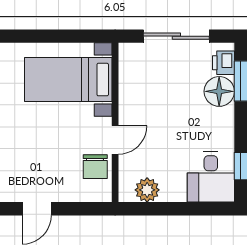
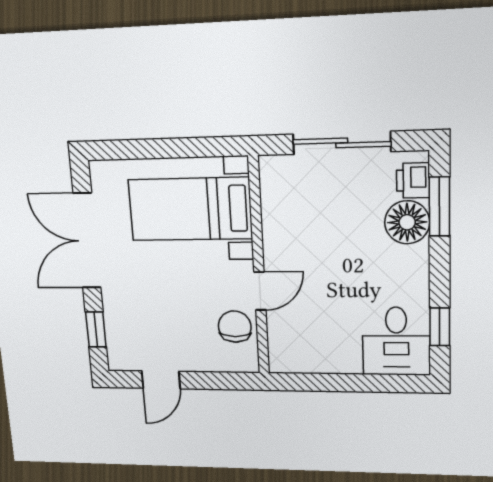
chair: (95, 167) -> (235, 327), turned 180
plant: (147, 190) -> (307, 358), removed

